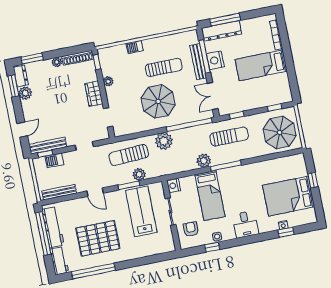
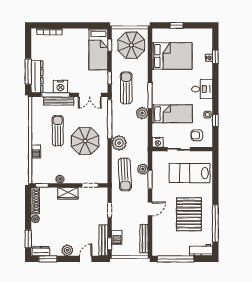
bed: (261, 65) -> (98, 49), moved
plant: (25, 93) -> (67, 250), moved
door: (22, 130) -> (86, 259), hinge flipped
bed: (289, 196) -> (172, 56), moved, turned -90
lab bench: (141, 211) -> (190, 173), moved
workbench: (53, 227) -> (172, 250), removed

